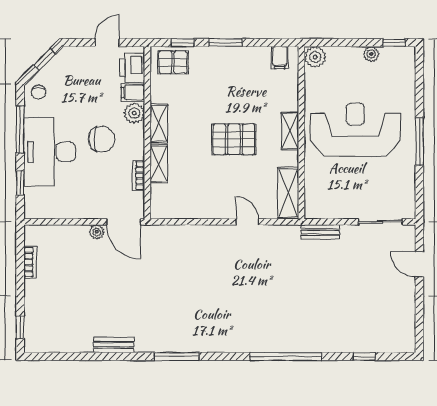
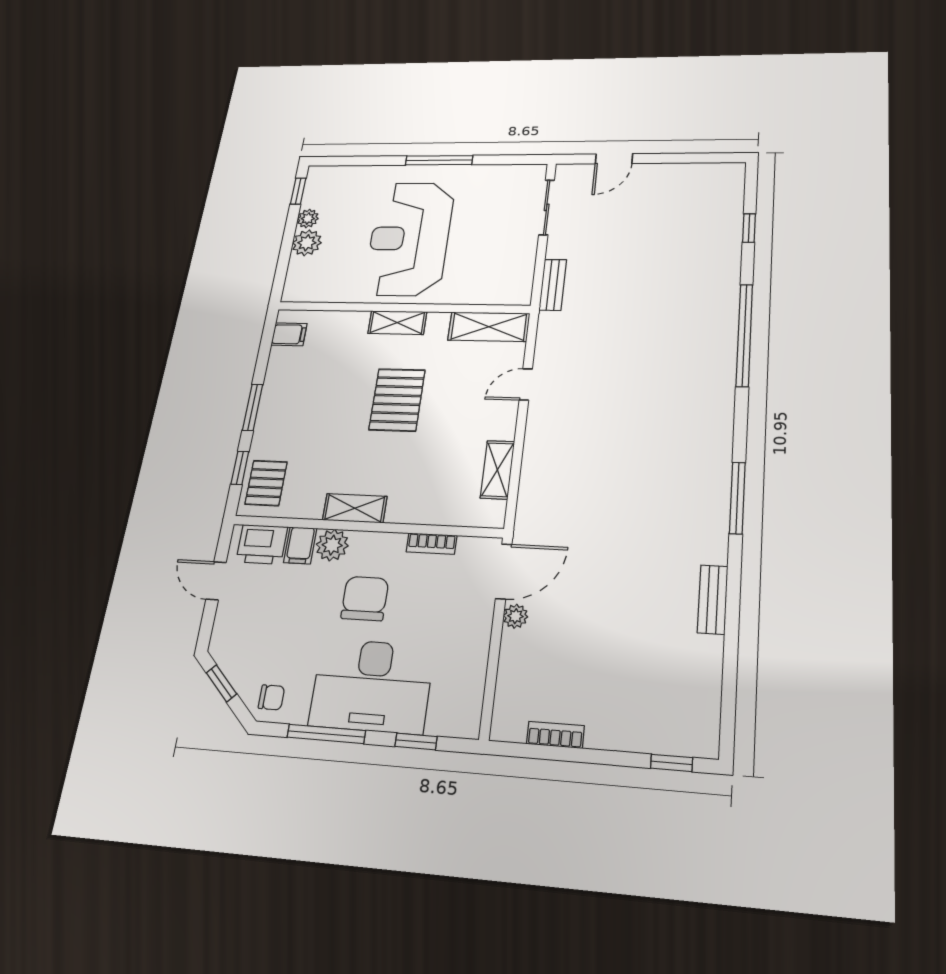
plant: (315, 57) -> (307, 243), moved
shelving: (159, 164) -> (497, 470), moved, turned 90

